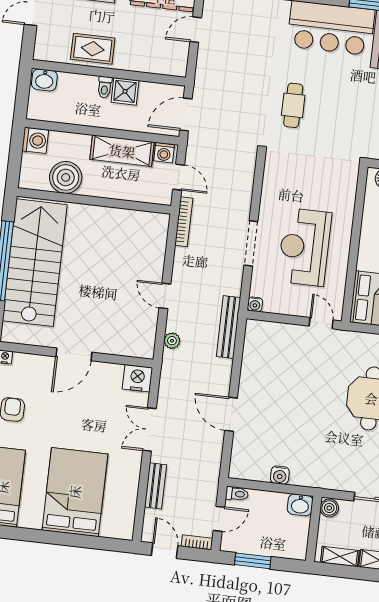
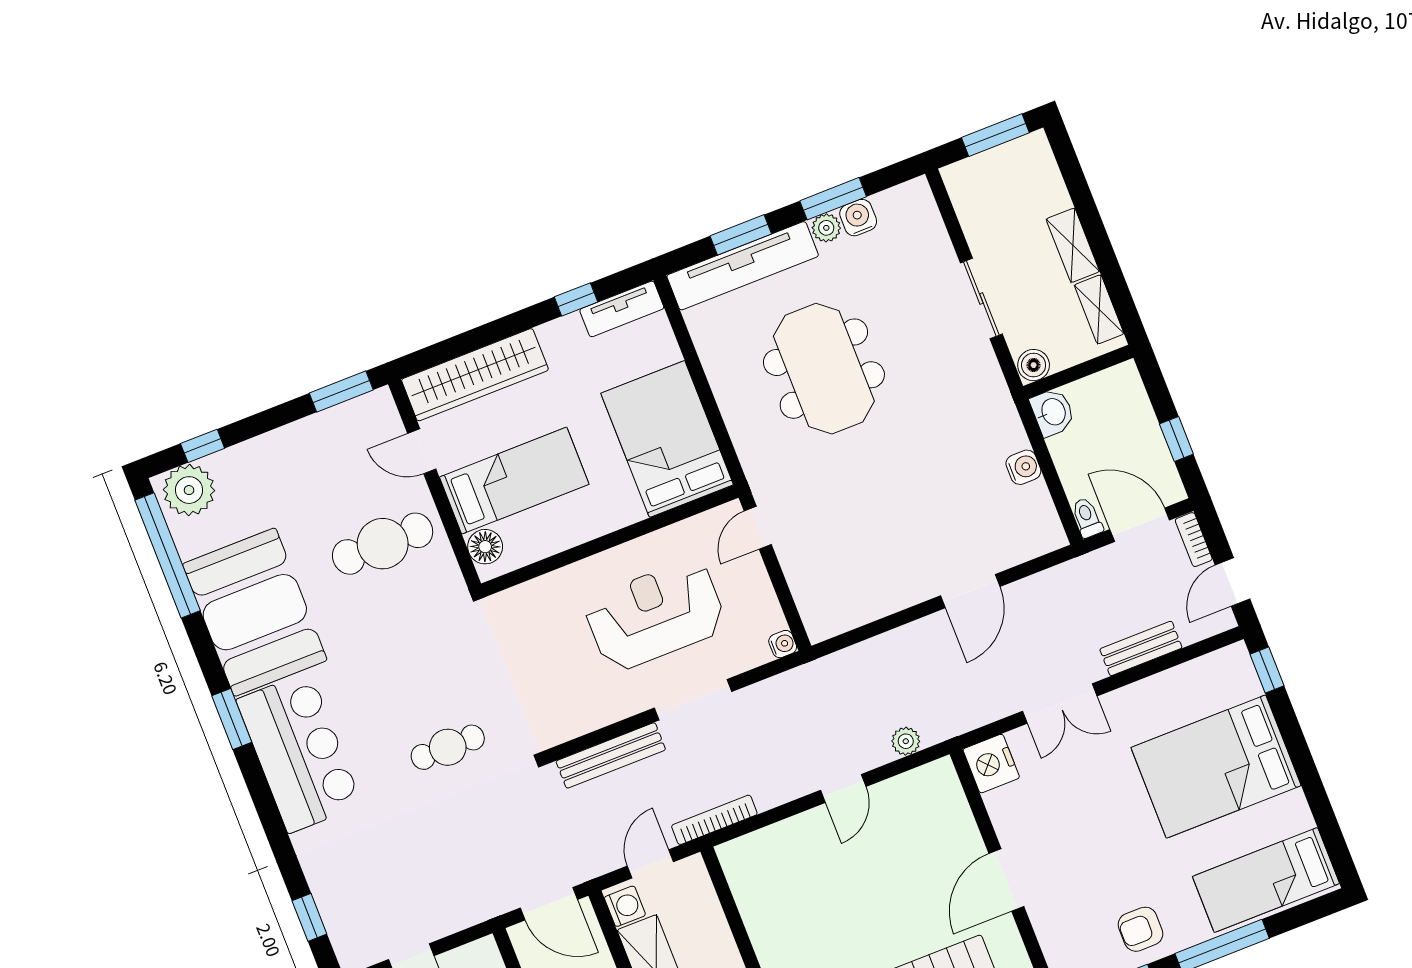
reception desk: (304, 247) -> (655, 615), turned 180
bench: (228, 327) -> (611, 755), moved
door: (74, 354) -> (1006, 880), swing flipped
door: (219, 519) -> (1140, 525), width x1.38
window: (110, 544) -> (1267, 670), added
window: (253, 561) -> (1176, 439), width x0.67

